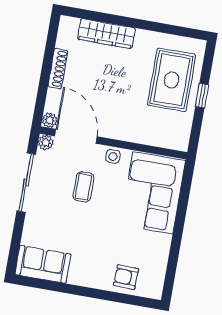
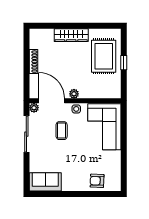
wardrobe: (106, 34) -> (71, 35), moved
plant: (50, 120) -> (74, 94), moved

